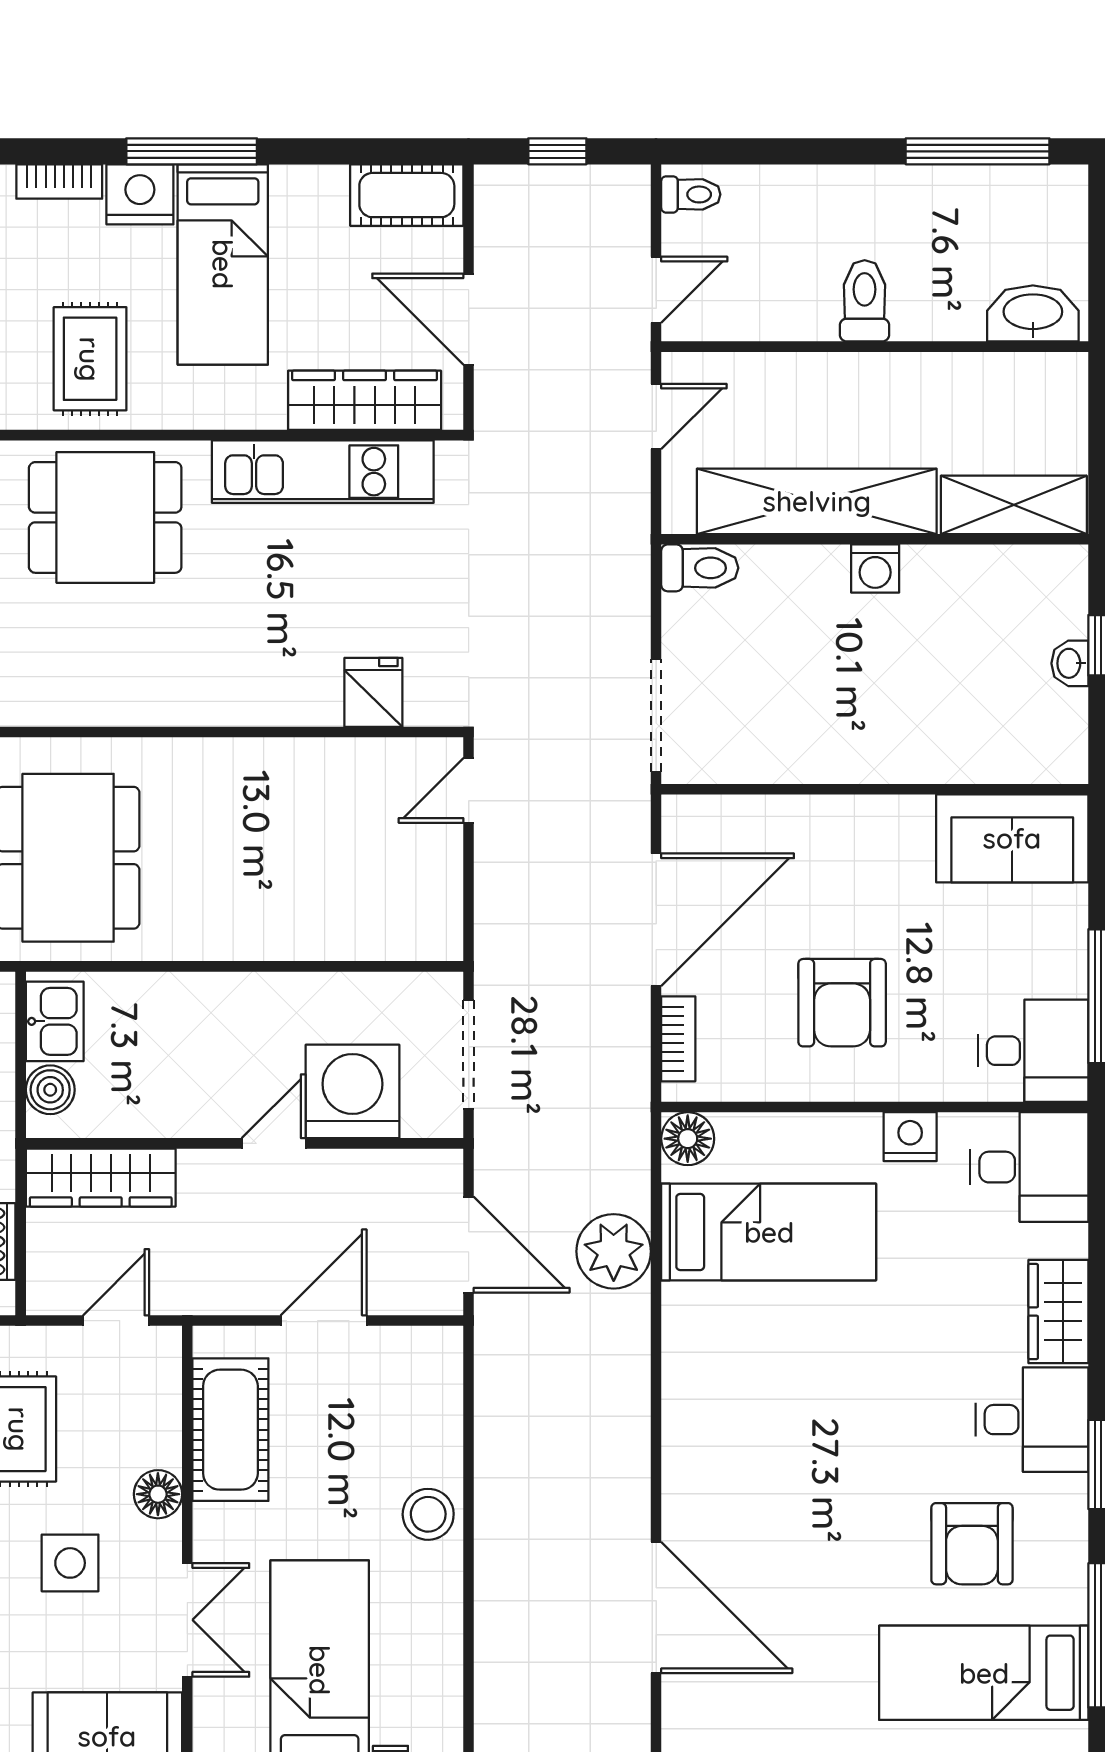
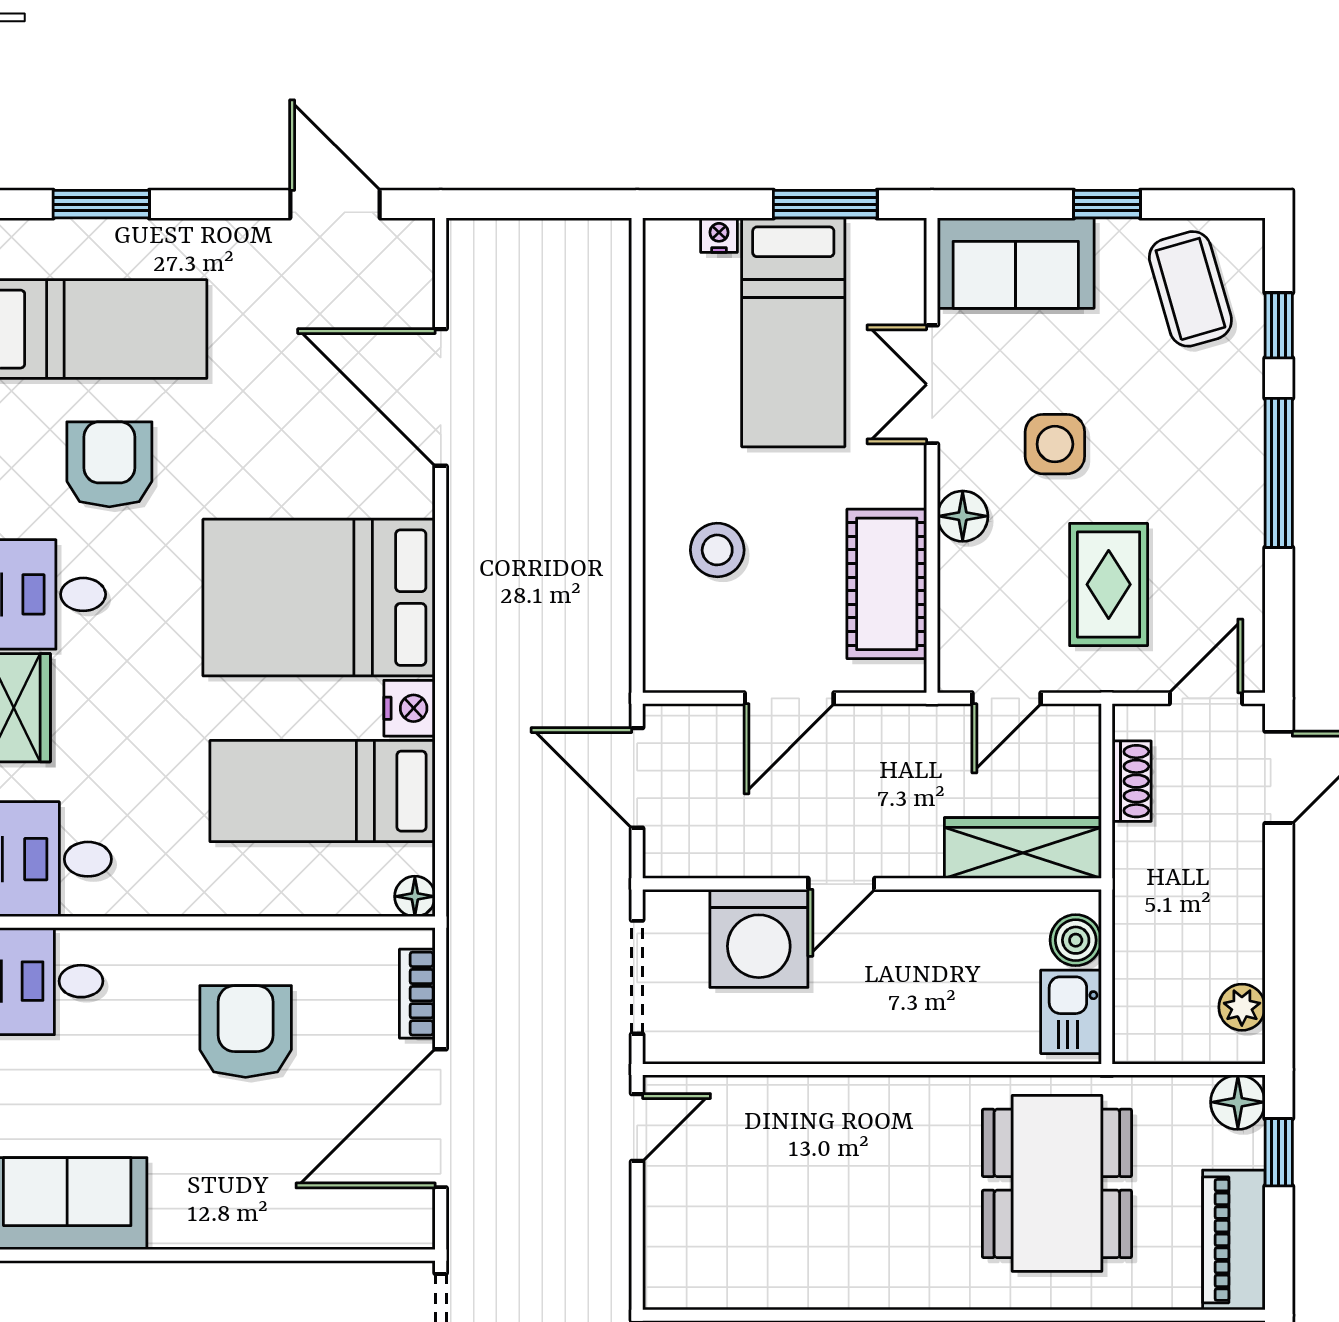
door: (469, 790) -> (637, 1128), moved
nightstand: (910, 1137) -> (410, 708), moved, turned -90
floor lamp: (688, 1139) -> (415, 896), width x0.73, depth x0.73
plant: (614, 1251) -> (485, 771), removed
bed: (772, 1417) -> (319, 598), added
stool: (428, 1514) -> (717, 550), moved

